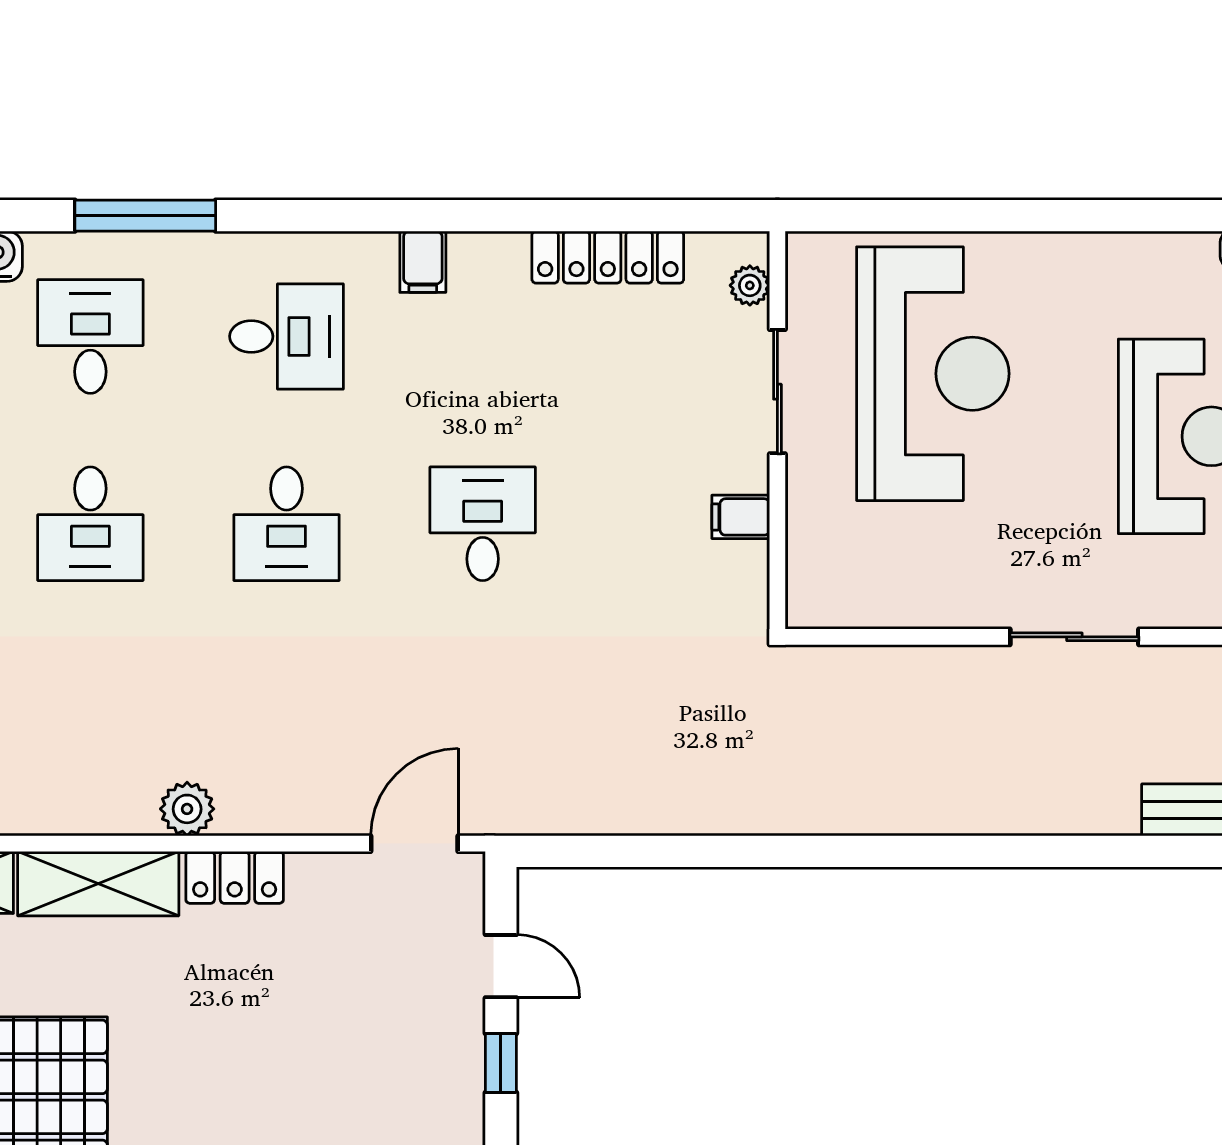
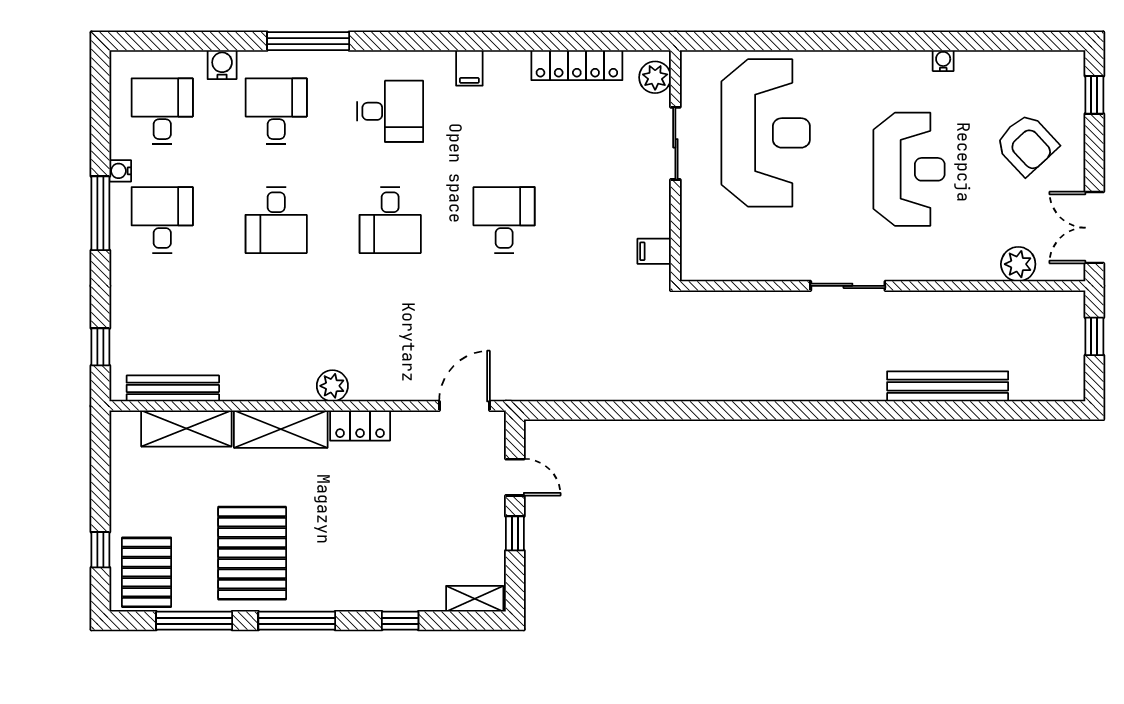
plant: (750, 285) -> (655, 77), width x1.38, depth x1.38
filing cabinet: (741, 517) -> (654, 251), moved

